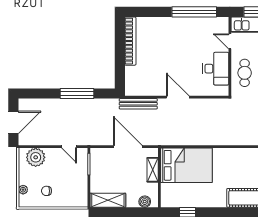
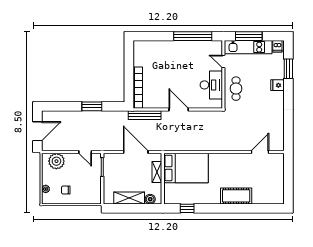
bookcase: (130, 41) -> (138, 88), moved
window: (77, 94) -> (92, 106), width x0.69
shelving: (108, 200) -> (129, 198), moved

